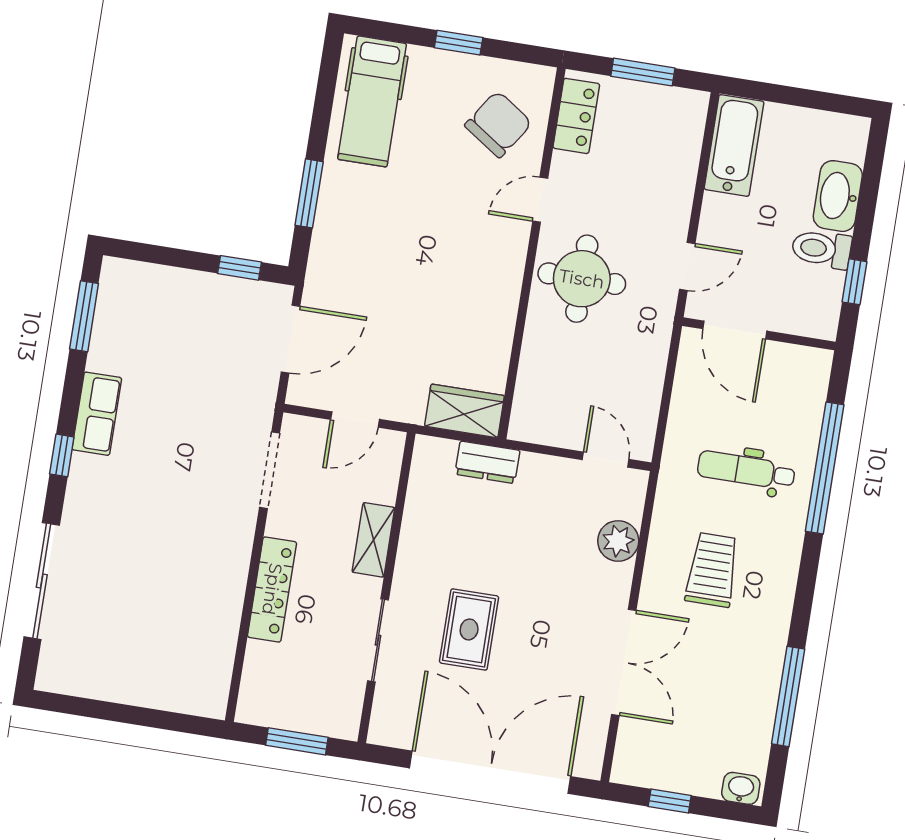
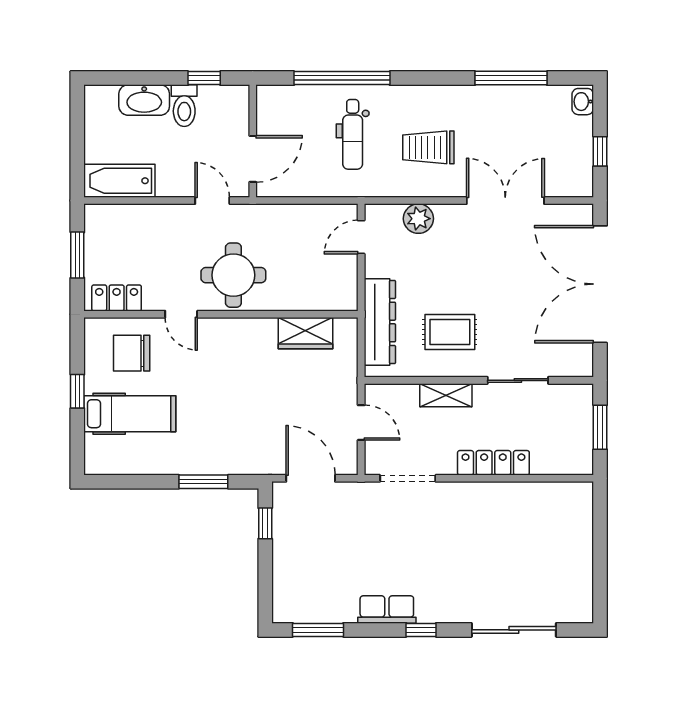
hospital bed: (372, 101) -> (130, 414), moved
chair: (498, 124) -> (132, 353), turned -34
wardrobe: (464, 411) -> (306, 333), moved, turned -90
dresser: (487, 462) -> (380, 322), width x1.96, depth x1.24
rug: (469, 629) -> (450, 332), moved

